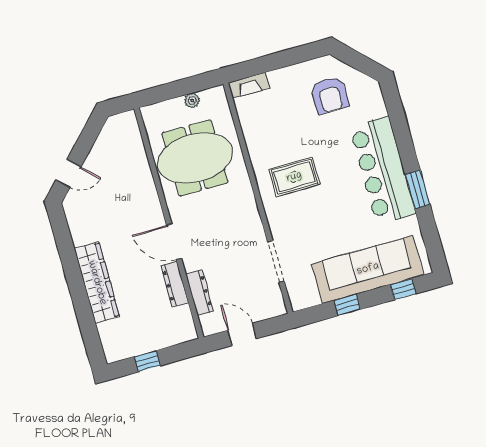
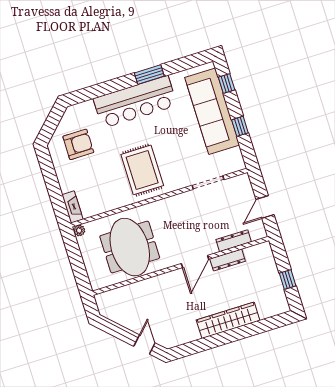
plant: (192, 100) -> (79, 230), moved
rug: (294, 177) -> (142, 170), width x1.36, depth x1.43

